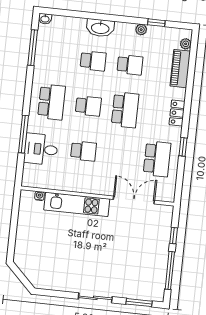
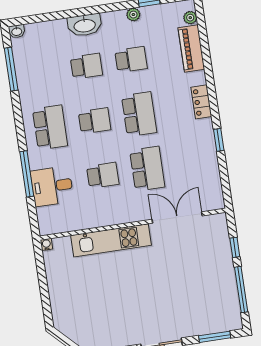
school desk: (157, 159) -> (147, 169), moved
water cooler: (39, 196) -> (46, 244), moved

